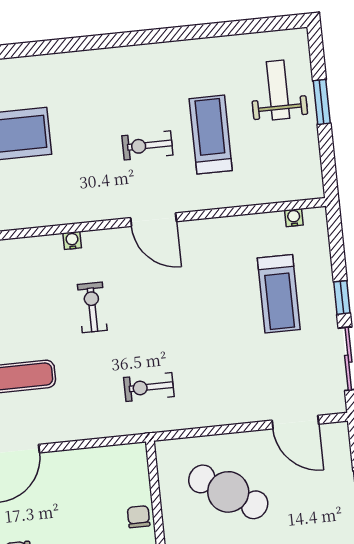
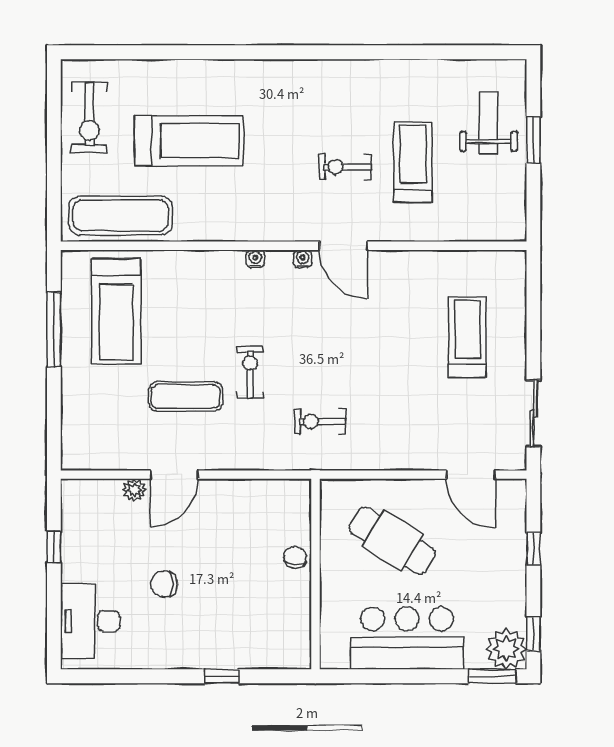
water cooler: (294, 218) -> (303, 259), moved
treadmill: (279, 294) -> (467, 337), turned 180
window: (342, 297) -> (533, 348), removed
exercise bike: (92, 307) -> (250, 372), moved

